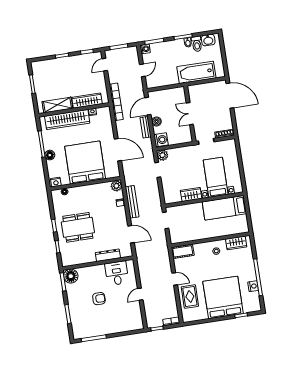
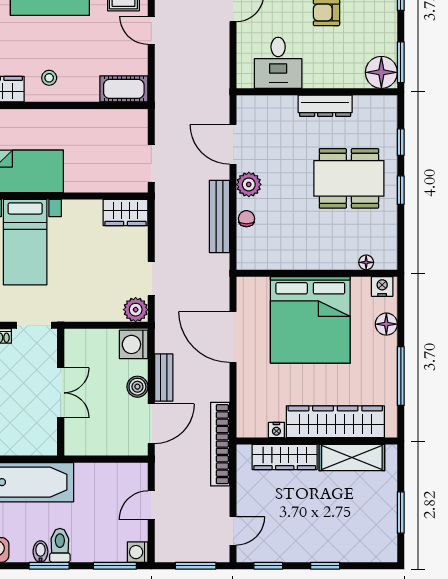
toilet: (197, 44) -> (60, 545), moved
floor lamp: (50, 155) -> (386, 324), moved
plant: (116, 186) -> (249, 184), moved
wardrobe: (191, 194) -> (125, 212), moved
dresser: (108, 255) -> (325, 106), moved

